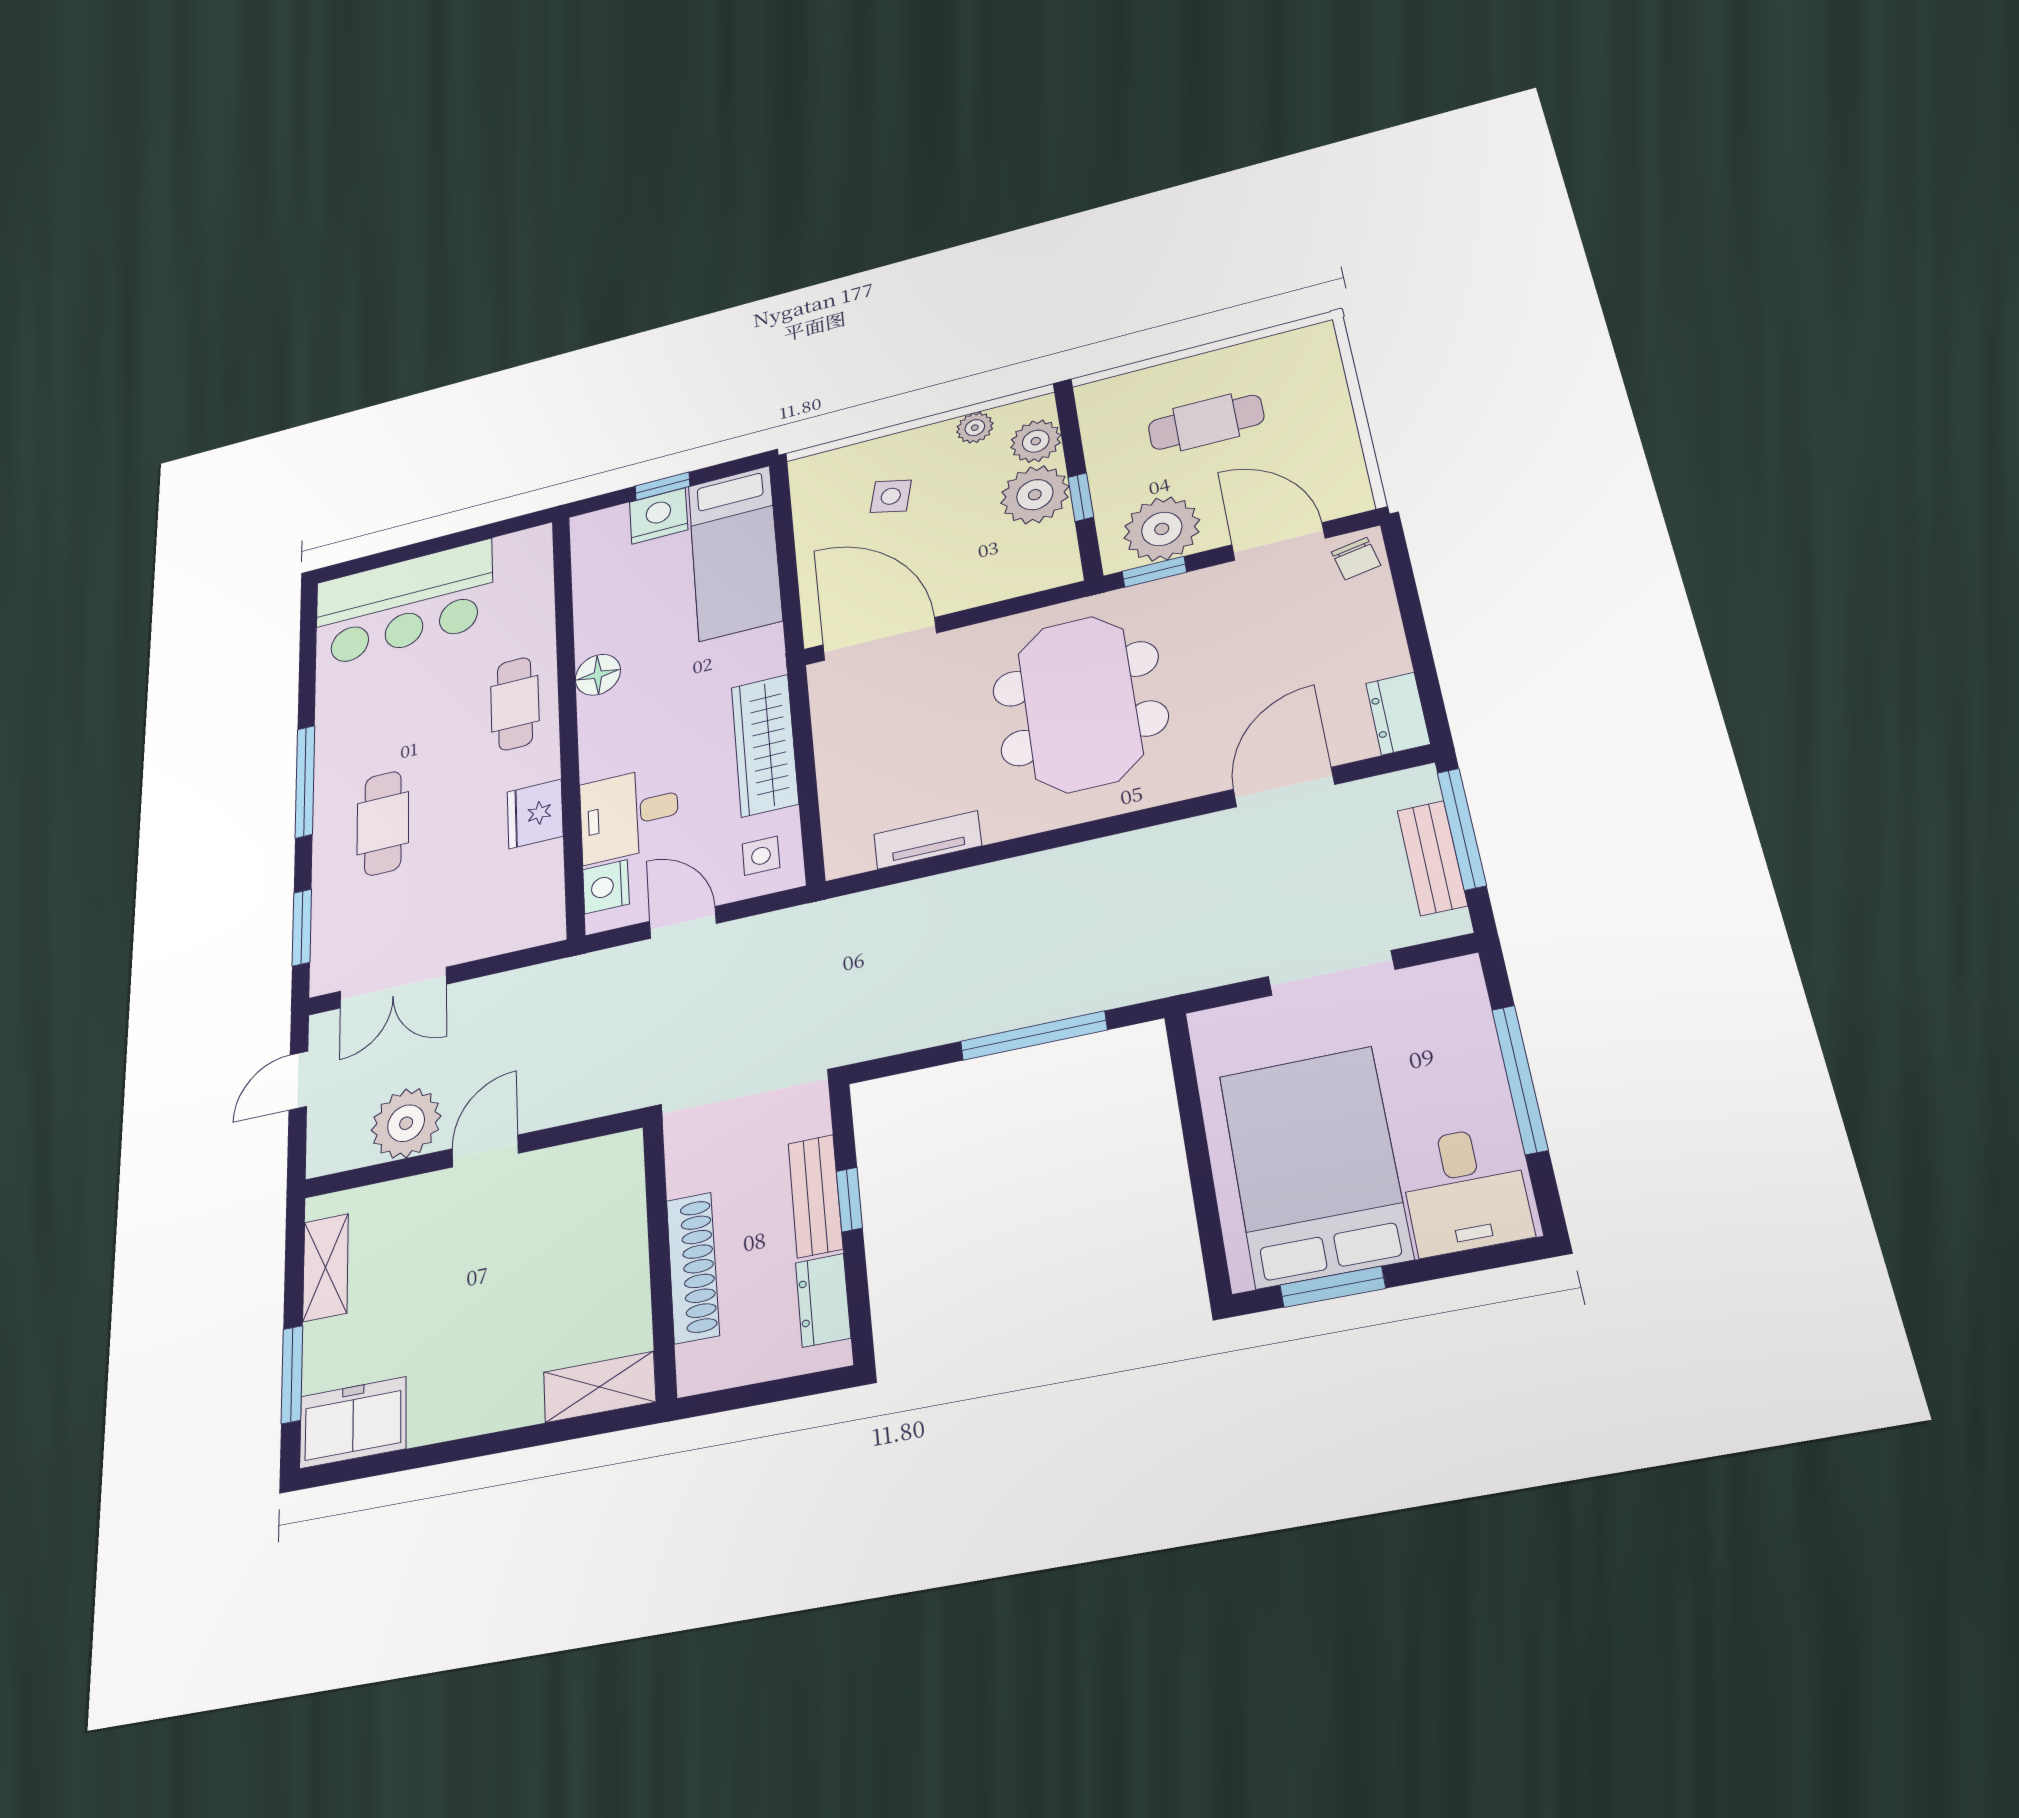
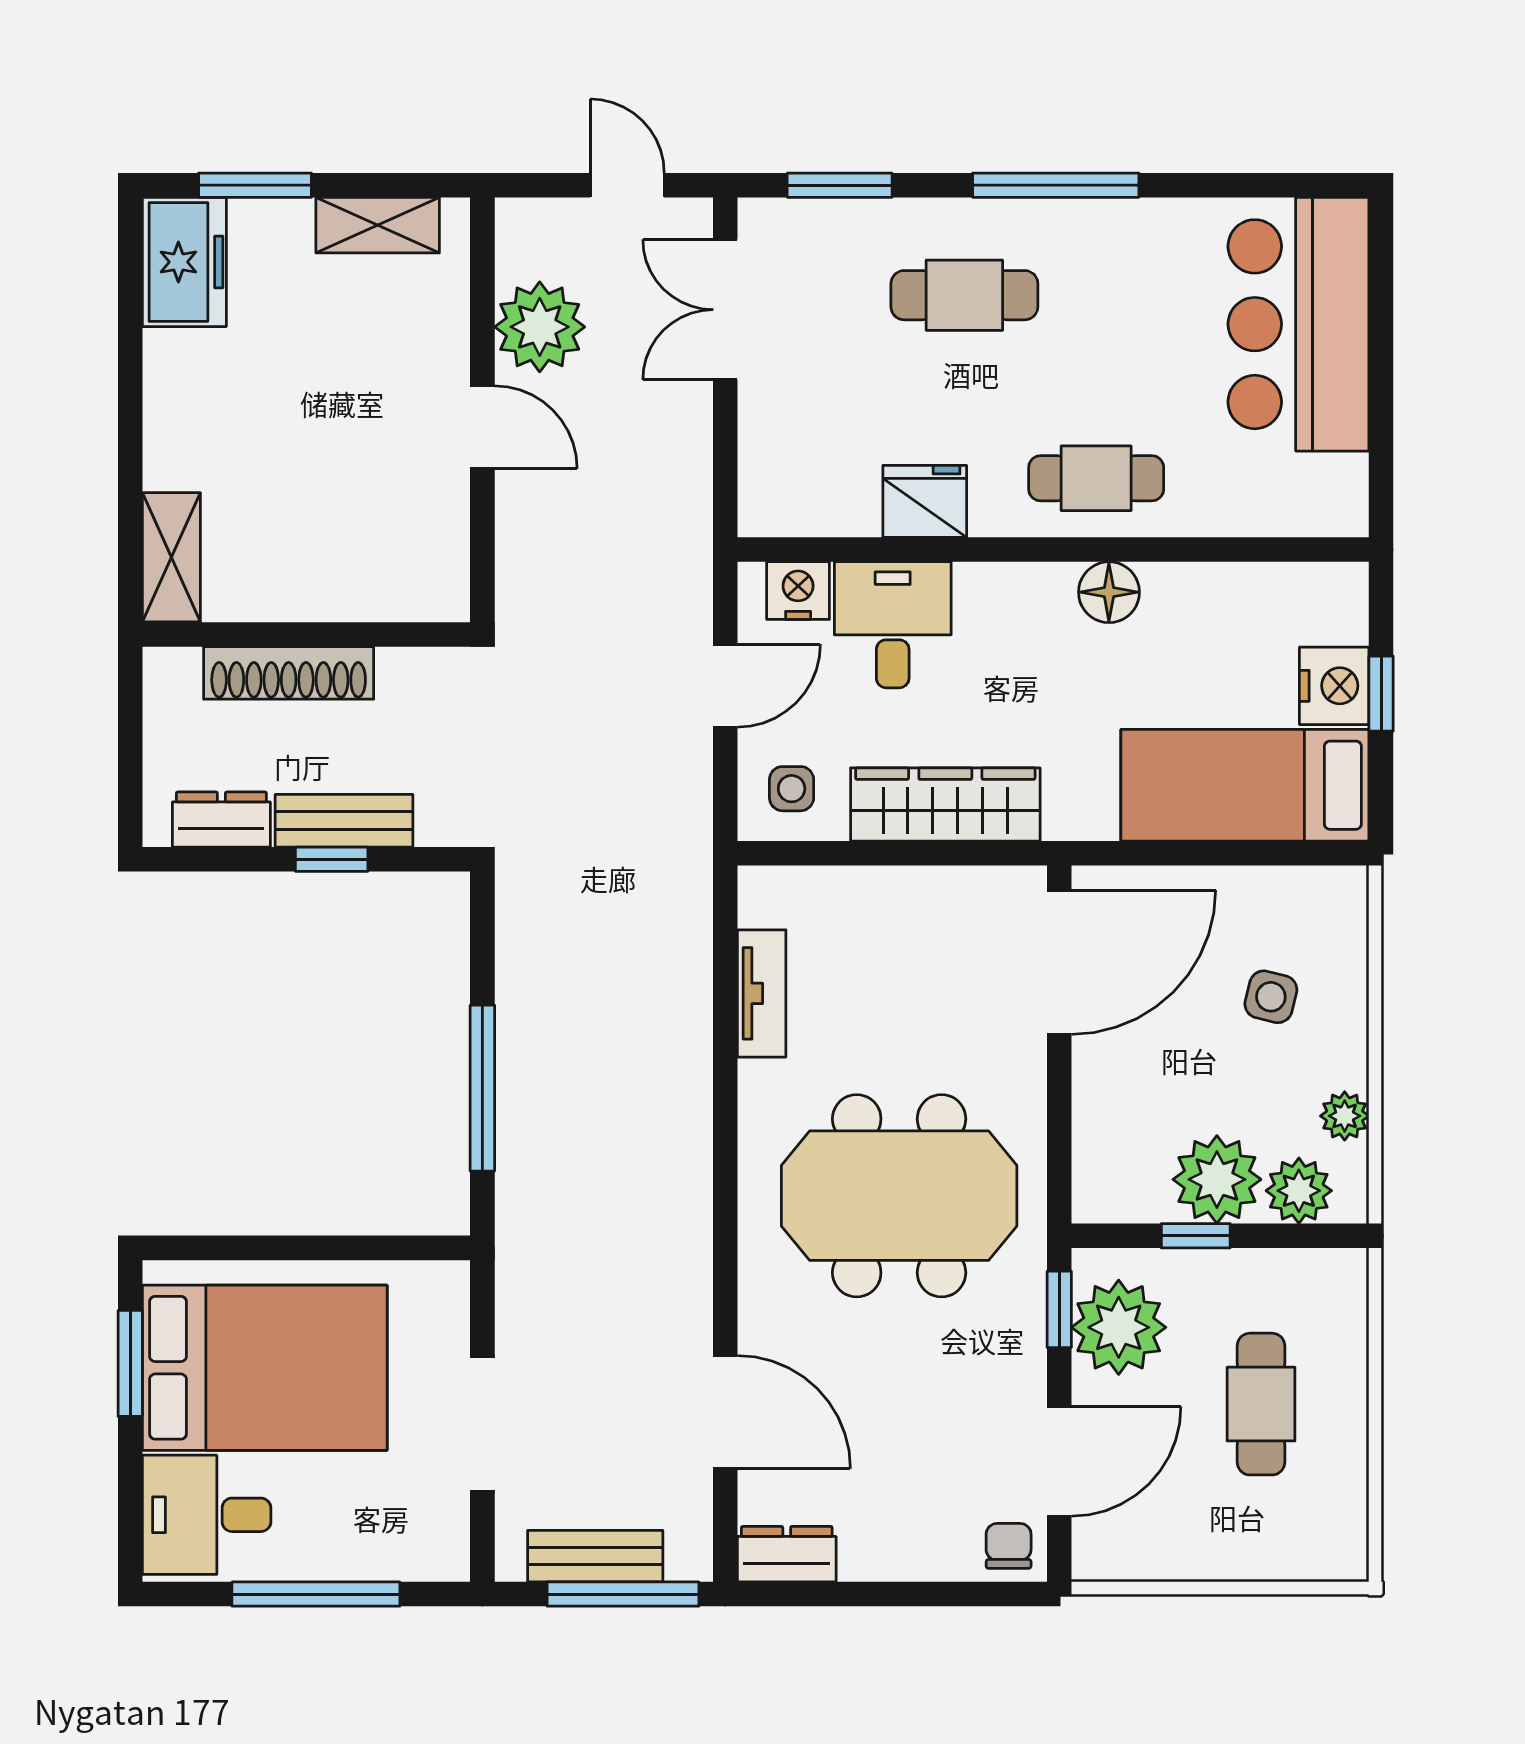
chair: (1356, 559) -> (1009, 1546), turned 101

